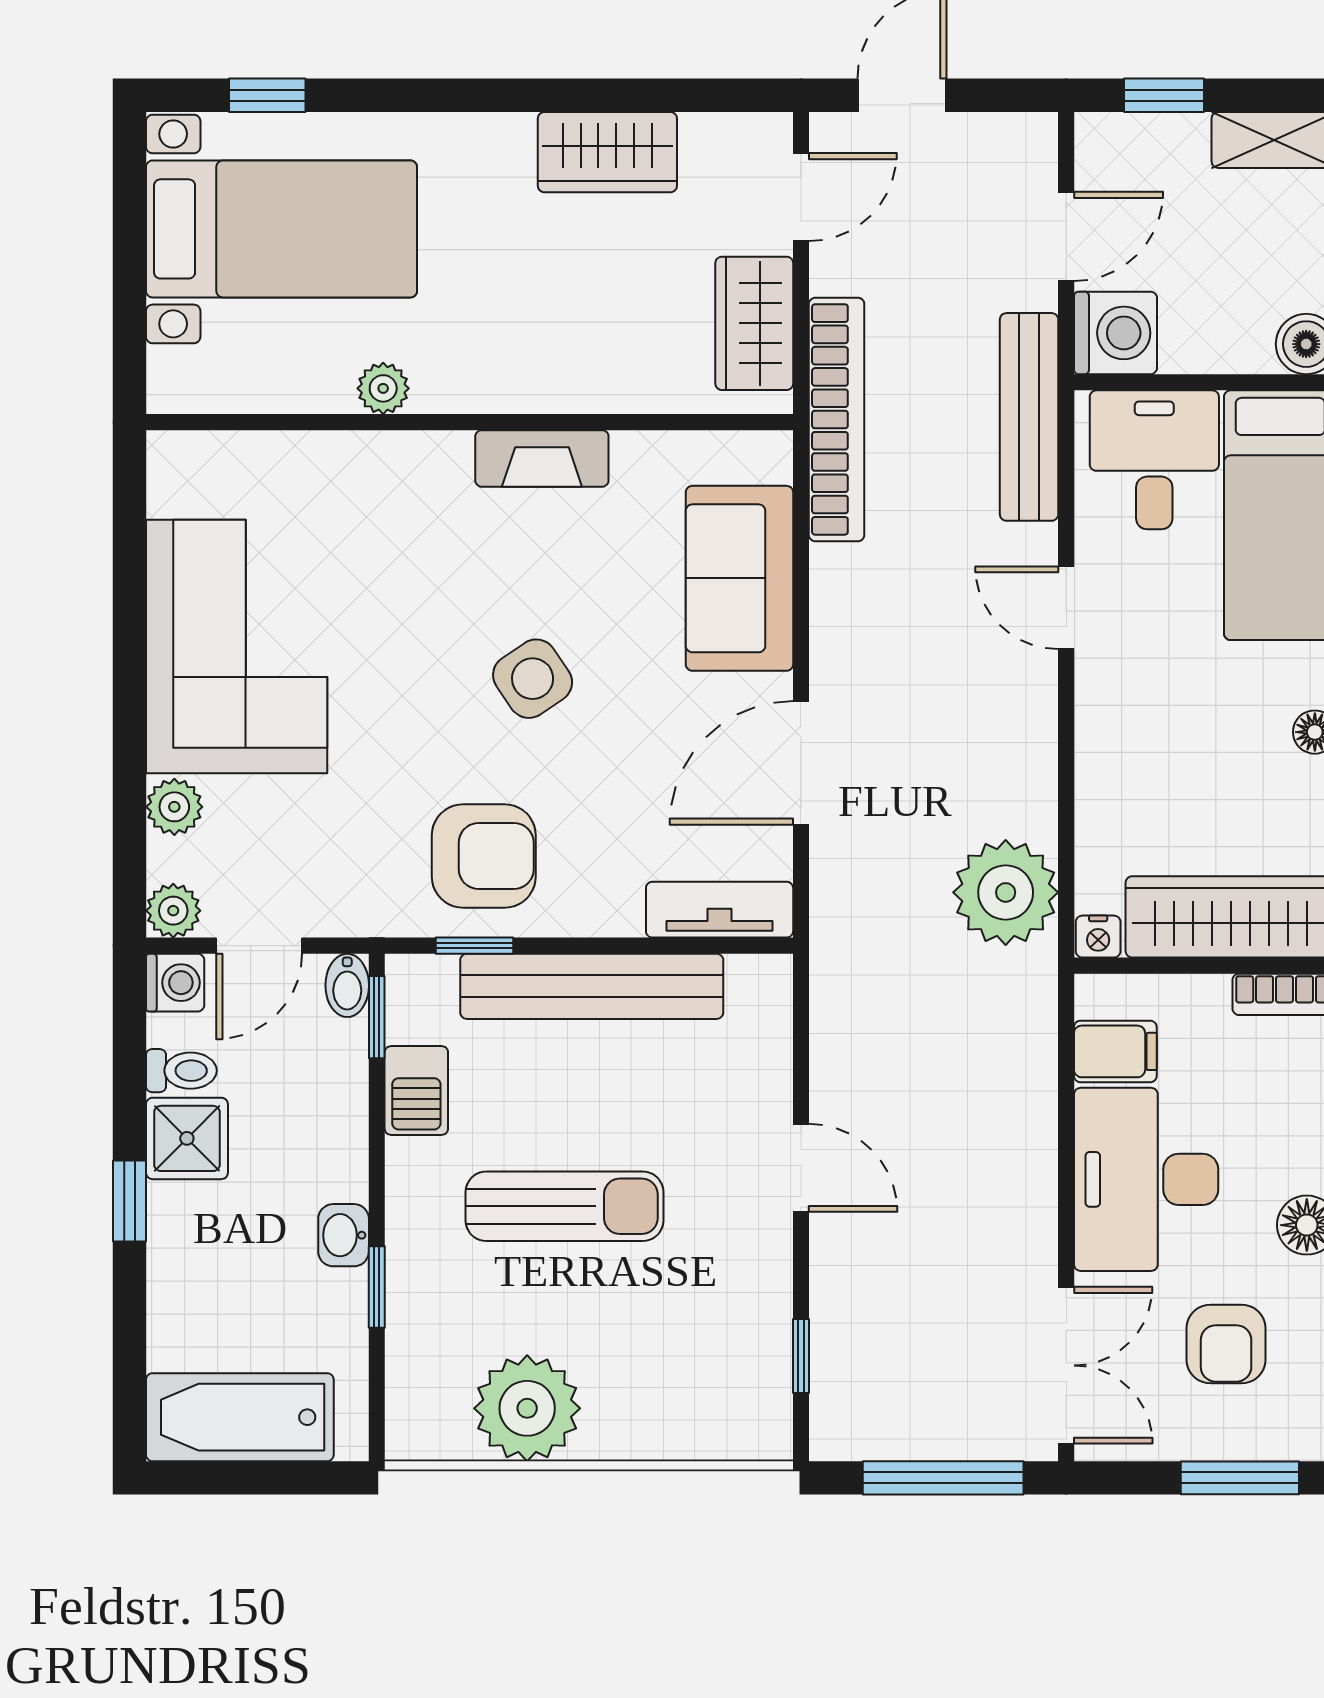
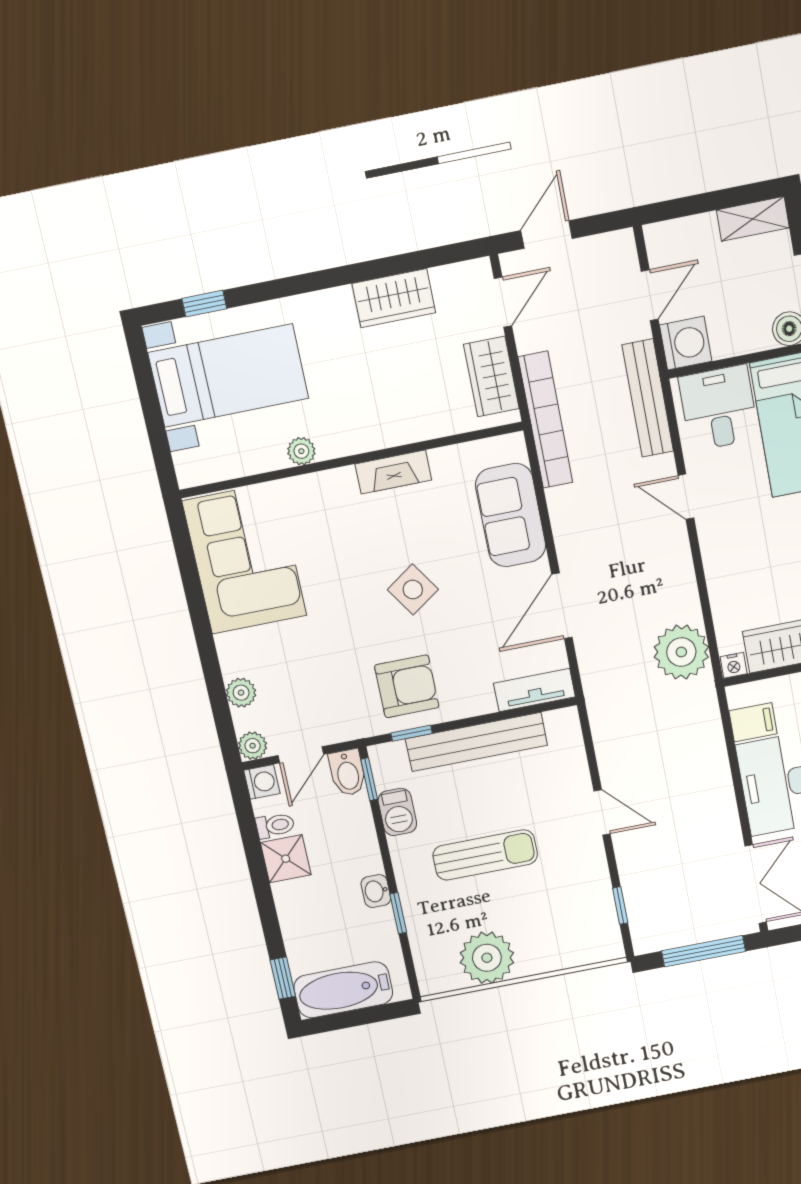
window: (1164, 95) -> (689, 206), removed
corner sofa: (237, 646) -> (244, 558), moved
bidet: (347, 985) -> (348, 773), width x1.38, depth x1.36
window: (130, 1201) -> (283, 978), moved

